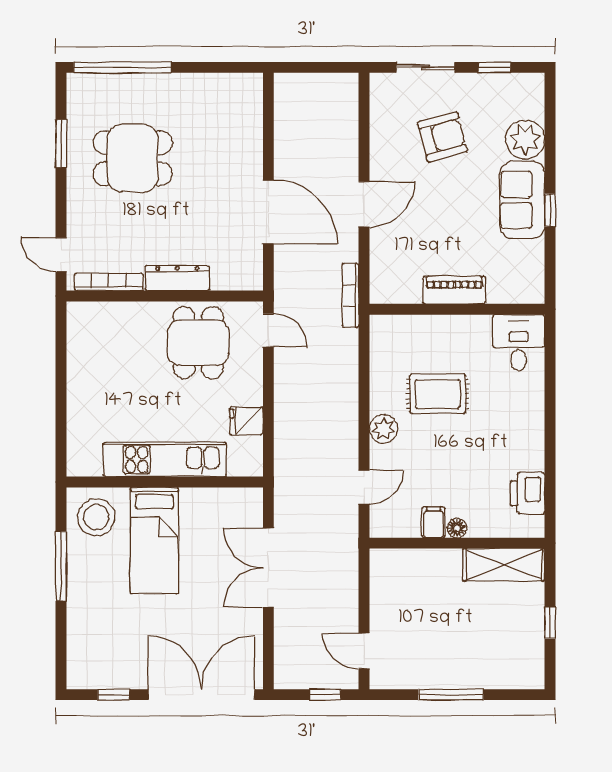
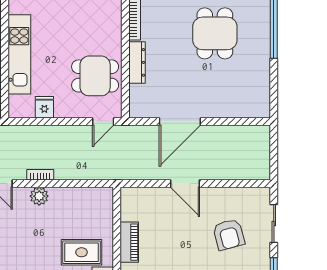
bookcase: (350, 295) -> (40, 175), moved, width x0.64
rug: (438, 394) -> (82, 252), moved, turned 90

